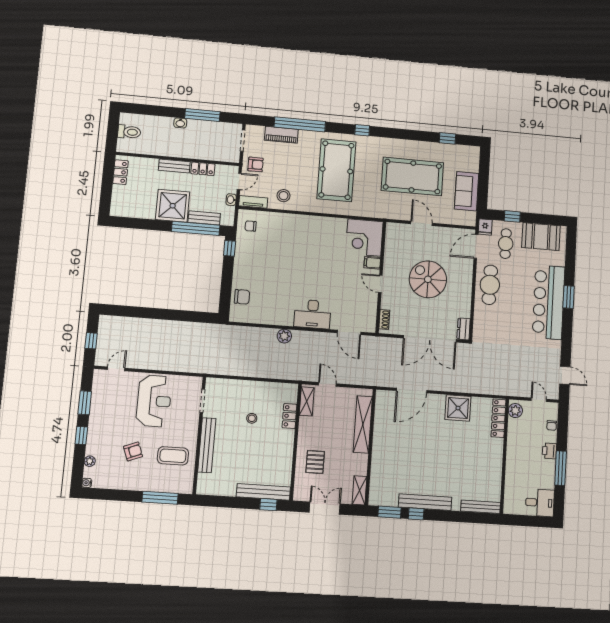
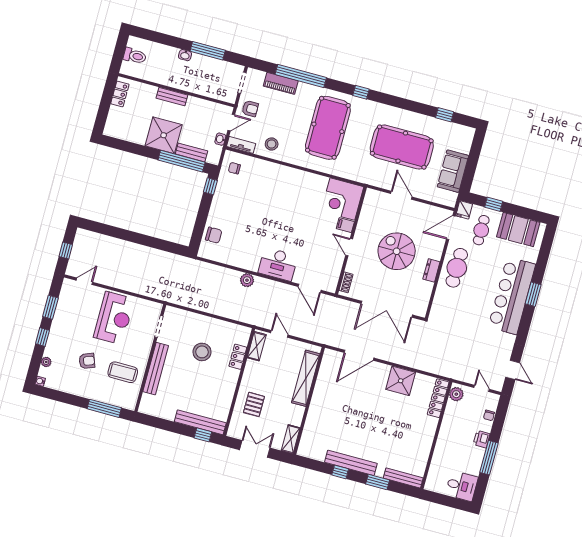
locker: (203, 169) -> (199, 104), removed
dresser: (464, 329) -> (431, 270), moved
stool: (252, 418) -> (202, 352), width x1.89, depth x1.89
window: (390, 512) -> (378, 482), moved

